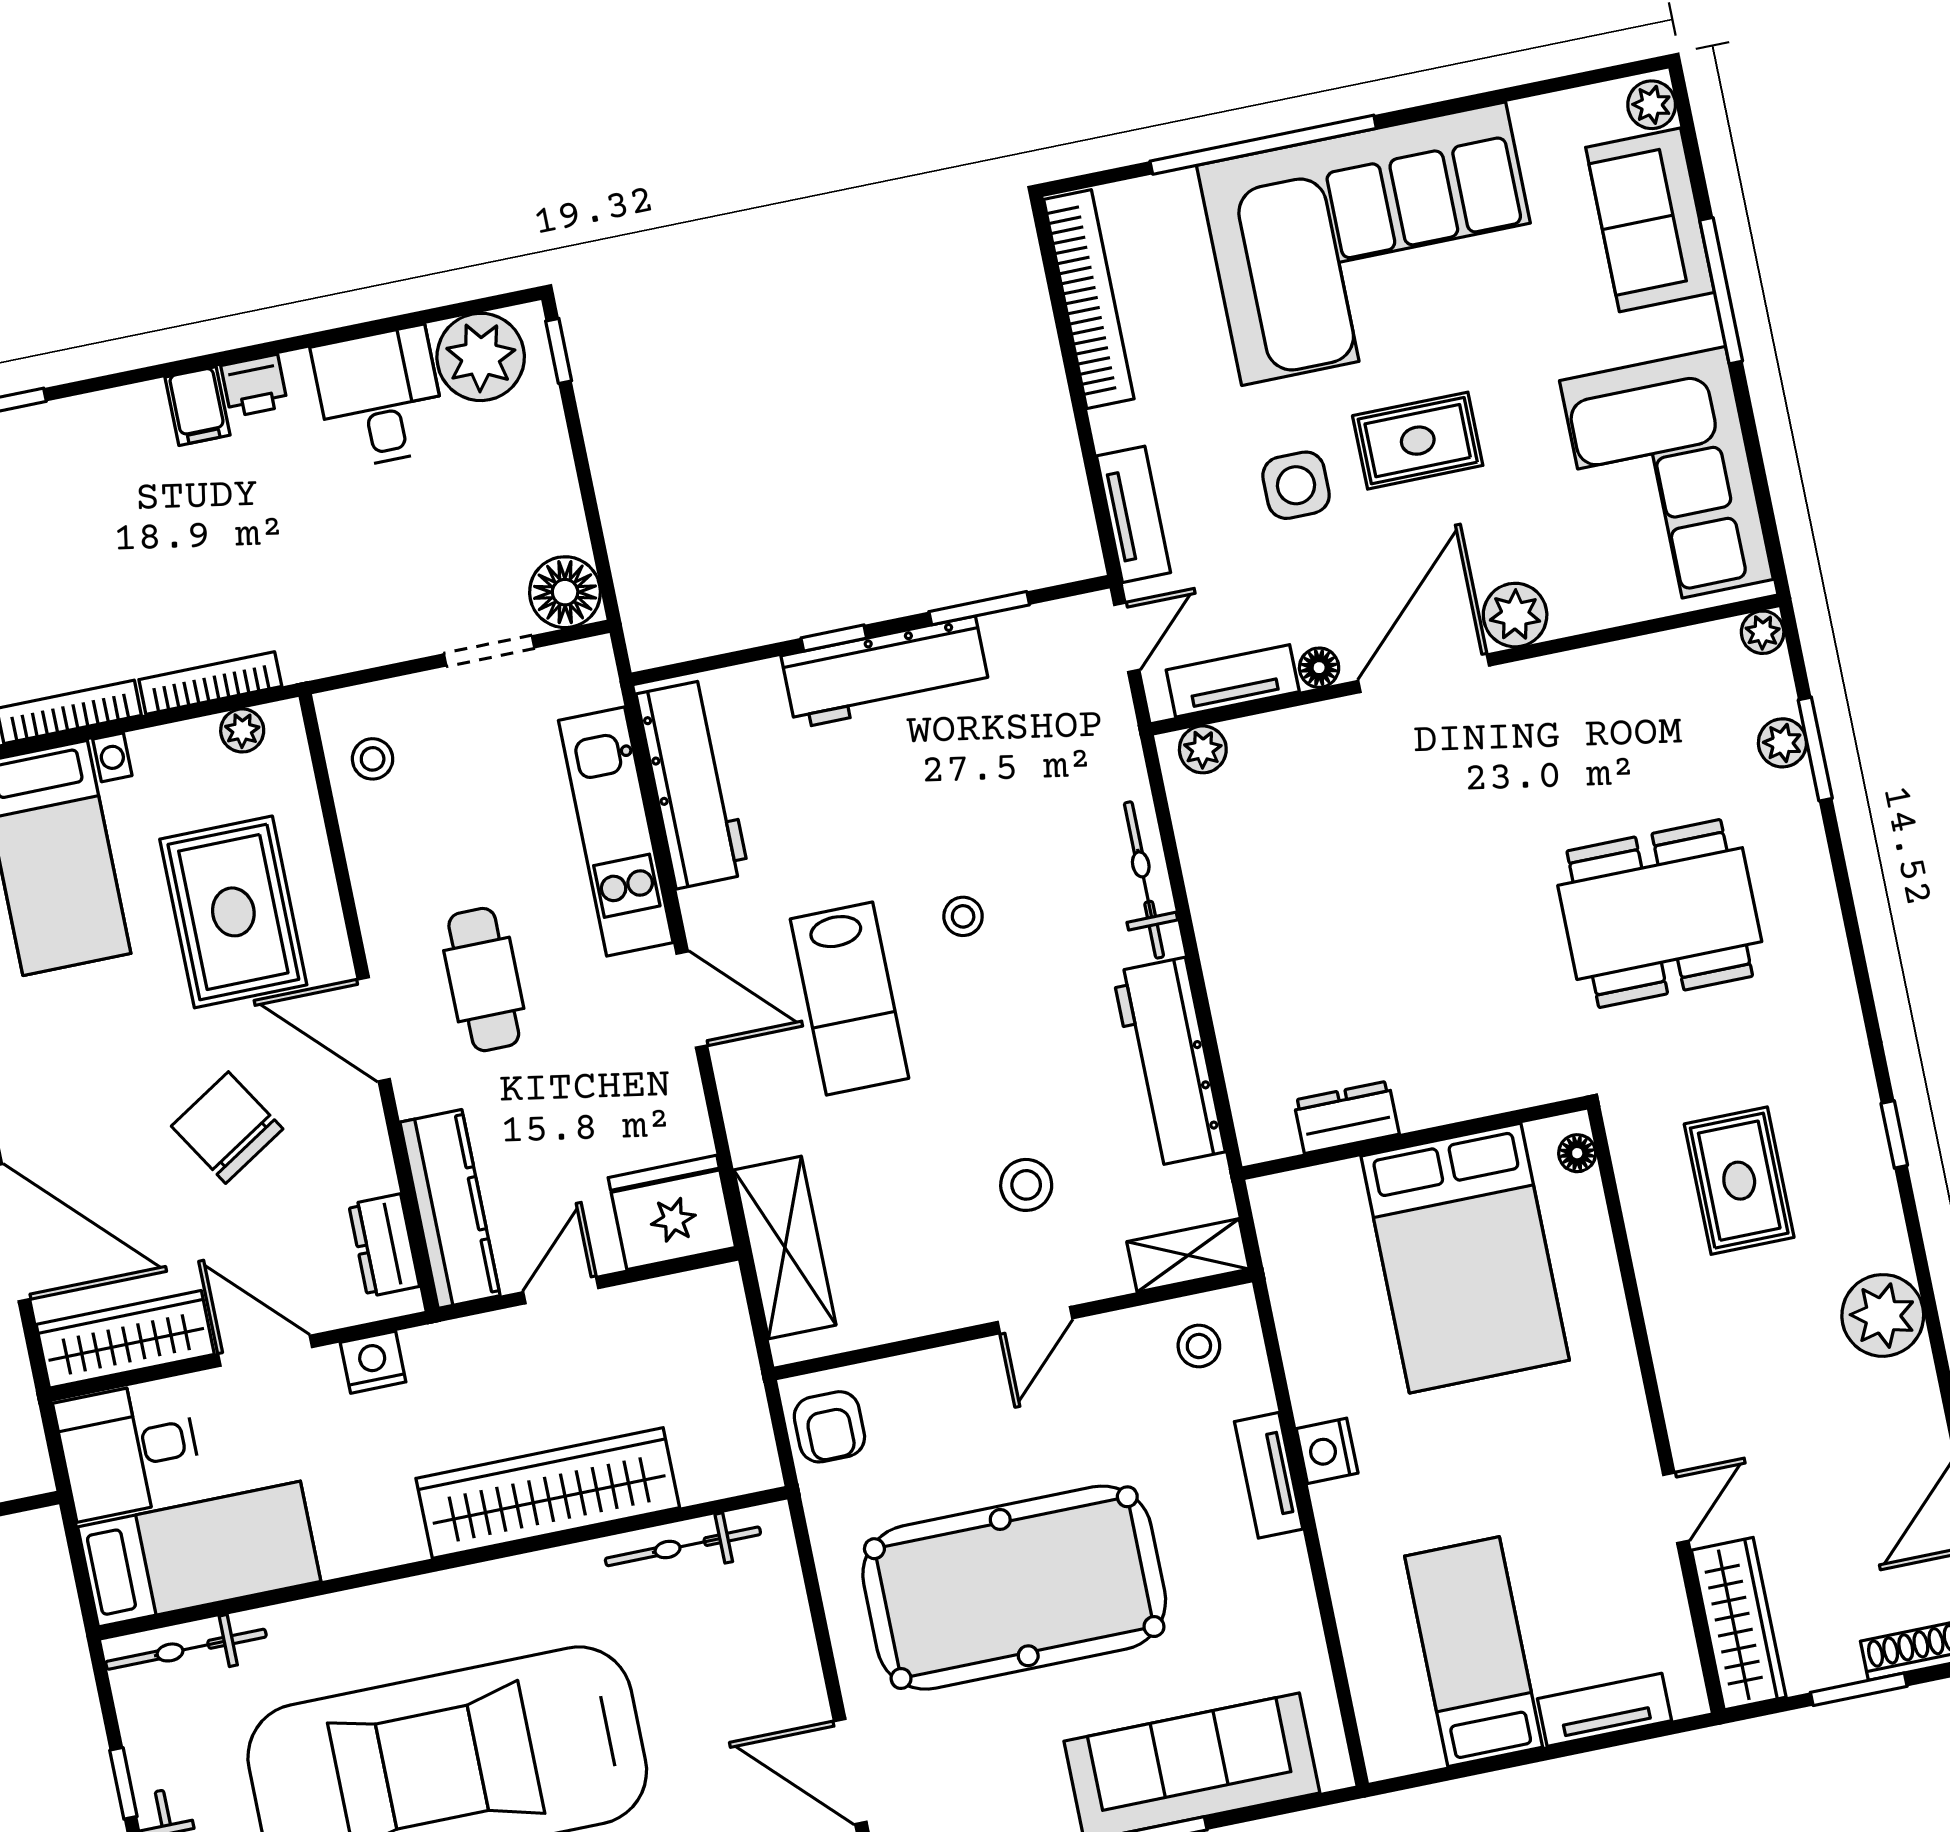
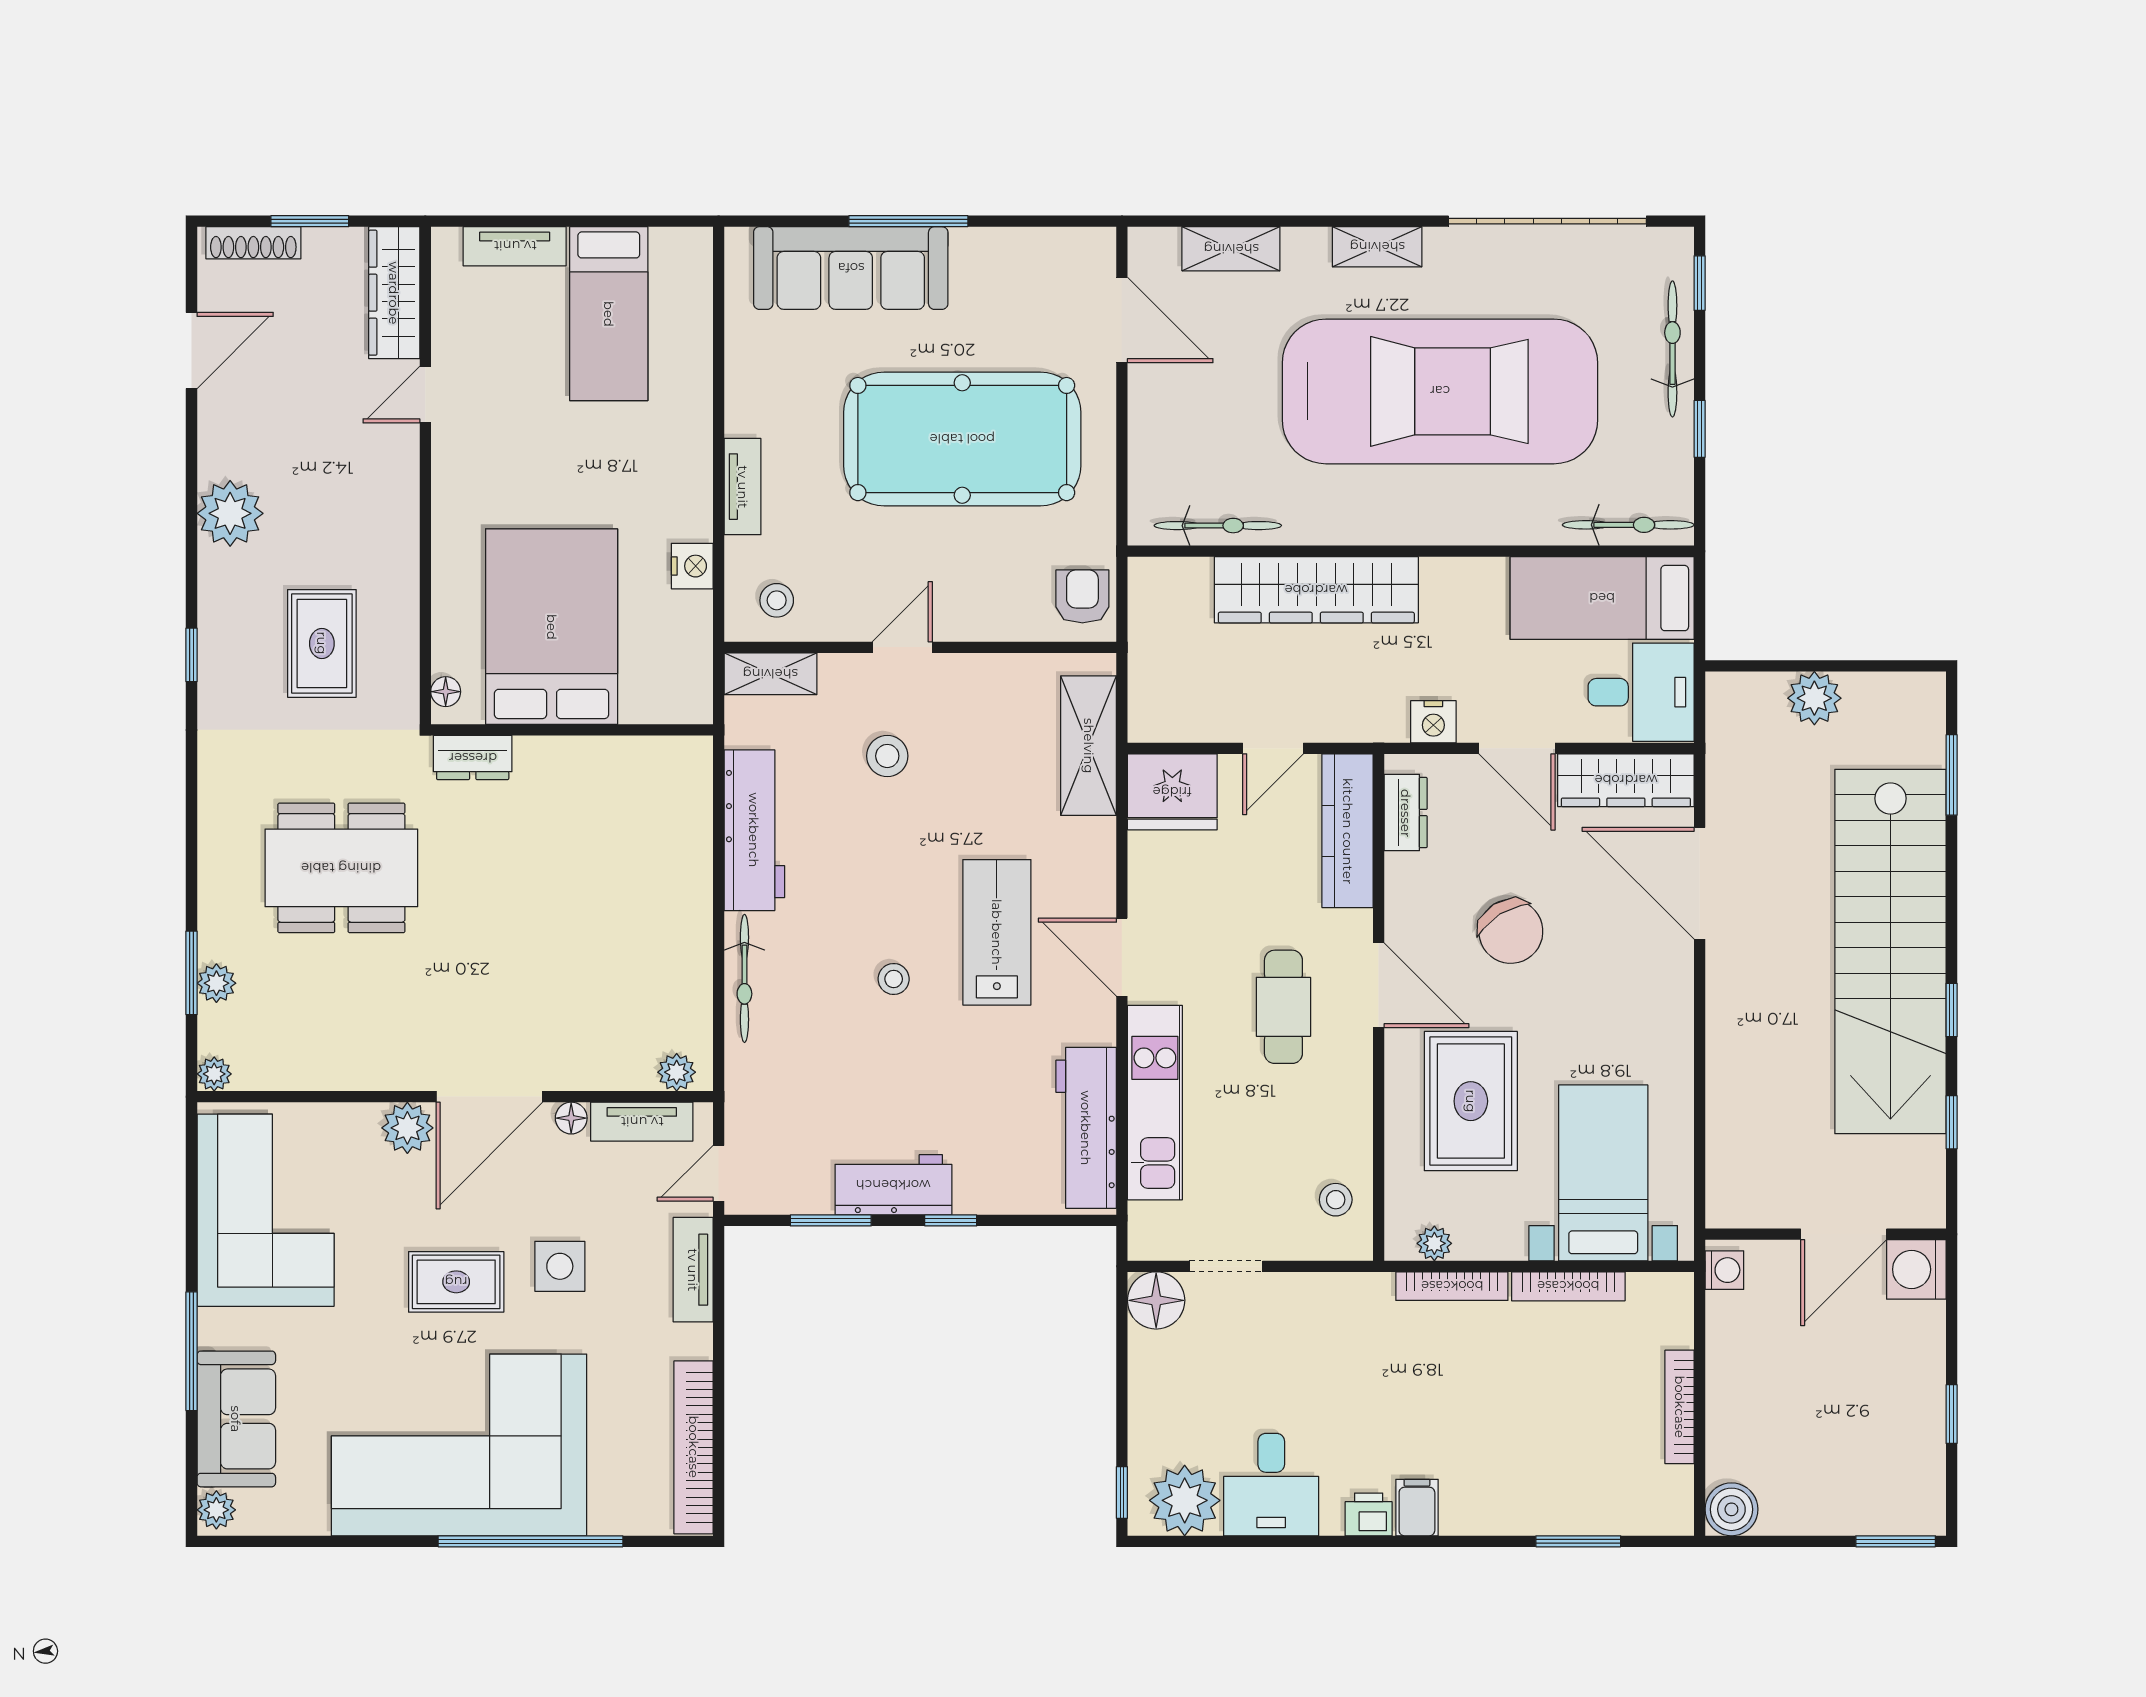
workbench: (886, 672) -> (893, 1185), width x0.73
dresser: (1346, 1117) -> (473, 758), moved
nightstand: (1327, 1451) -> (692, 566), moved

